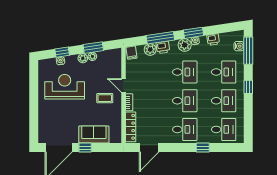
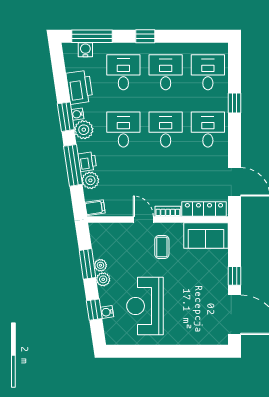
printer: (213, 40) -> (80, 87), width x1.87, depth x1.48
door: (123, 86) -> (143, 220), swing flipped
sofa: (94, 135) -> (206, 236), moved, turned -90

